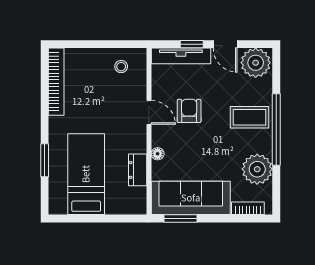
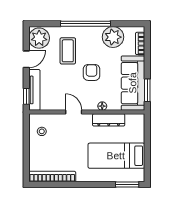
window: (192, 44) -> (26, 96), moved
armchair: (189, 111) -> (92, 72), moved, turned 90
door: (149, 112) -> (74, 112), hinge flipped
coffee table: (250, 117) -> (68, 51), moved
window: (45, 160) -> (127, 184), moved
dresser: (138, 170) -> (109, 120), width x1.44

